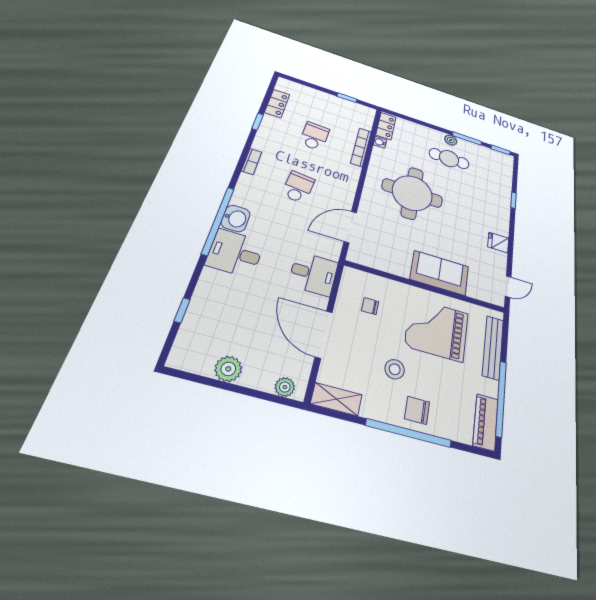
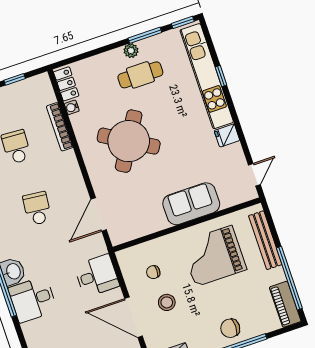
round table: (412, 193) -> (129, 141), turned 31
kitchen unit: (502, 193) -> (207, 76), added
stool: (395, 369) -> (167, 302), moved

